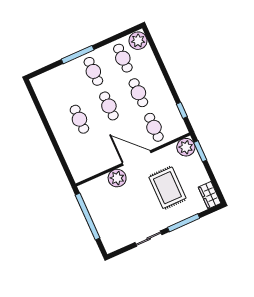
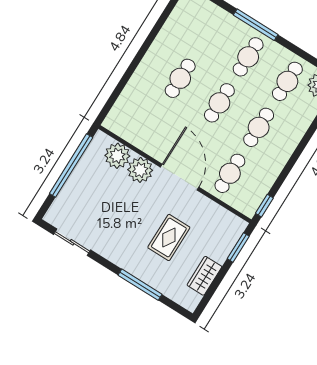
window: (182, 110) -> (264, 206), moved
plant: (186, 147) -> (117, 156), moved
rug: (167, 188) -> (169, 237), width x0.73, depth x0.70
wardrobe: (210, 195) -> (204, 276), moved
sliding door: (149, 239) -> (72, 242), moved

